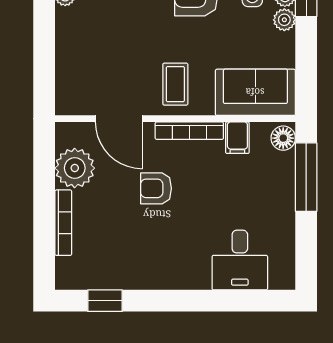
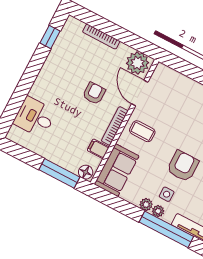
door: (119, 119) -> (140, 93), hinge flipped
plant: (75, 168) -> (138, 63), moved

